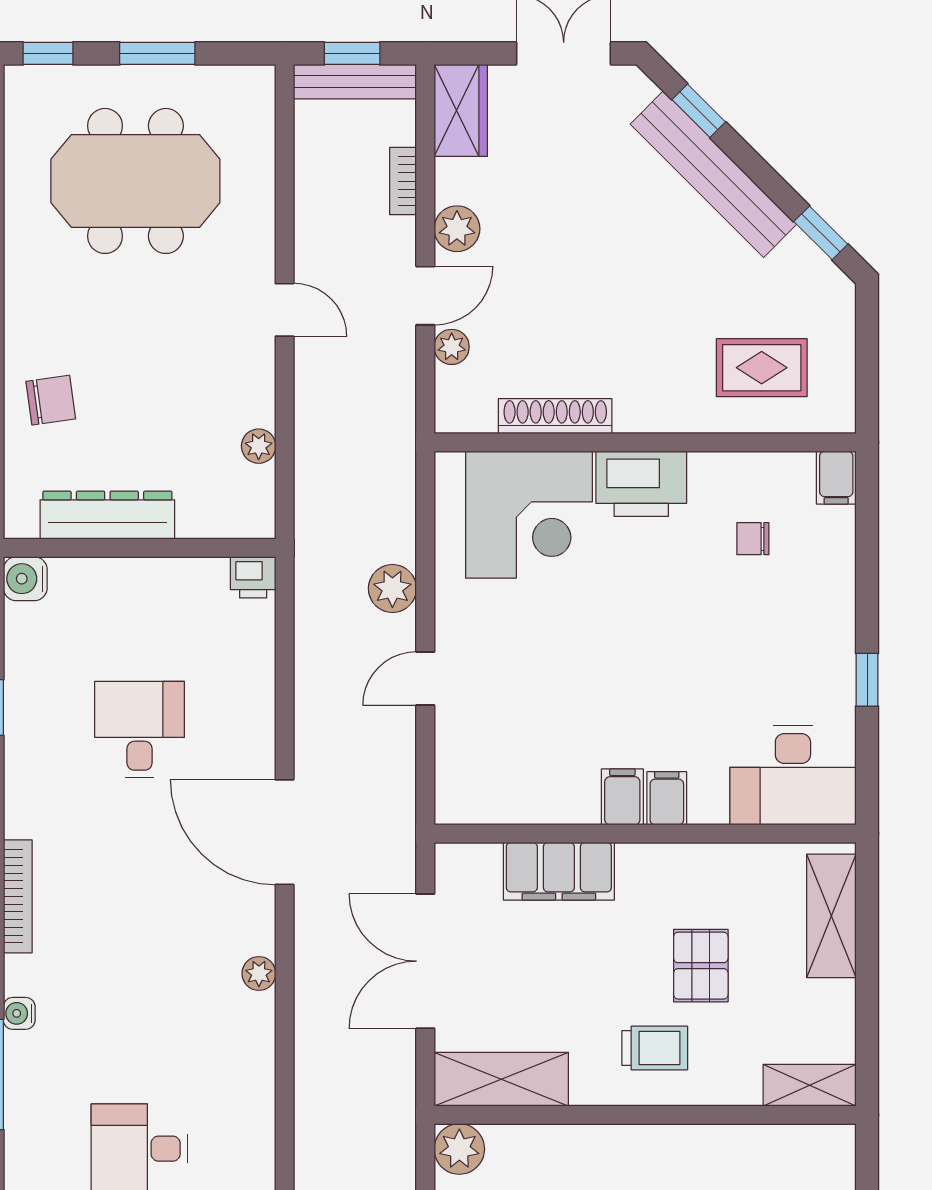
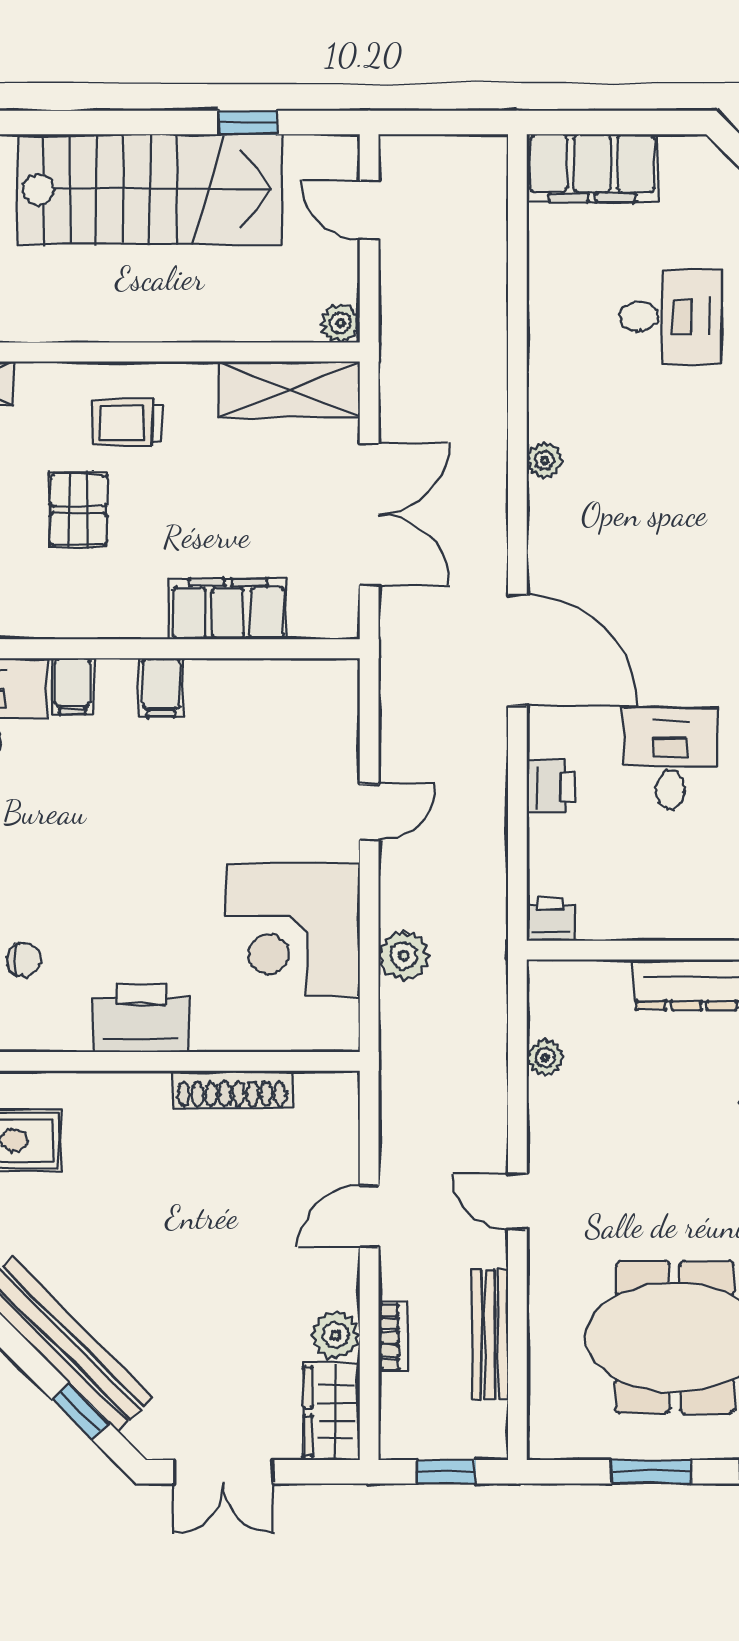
bench: (355, 82) -> (490, 1335), moved, turned 90
plant: (457, 229) -> (336, 1335), moved
plant: (452, 347) -> (341, 1162), removed
corner desk: (529, 515) -> (293, 930), moved, turned -90
plant: (392, 588) -> (404, 956), moved
printer: (253, 702) -> (551, 787), added
desk: (140, 730) -> (670, 758), turned 180
filing cabinet: (667, 798) -> (73, 686), moved
plant: (259, 973) -> (545, 461), moved
plant: (459, 1149) -> (340, 323), width x0.73, depth x0.73

